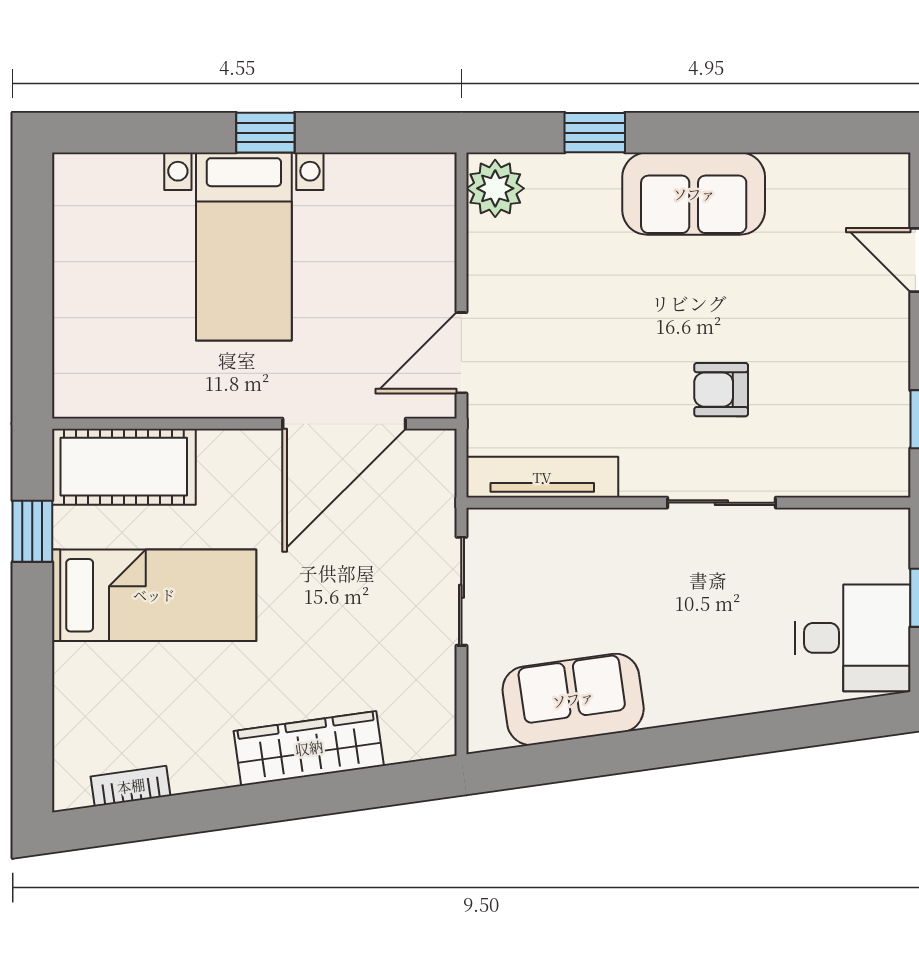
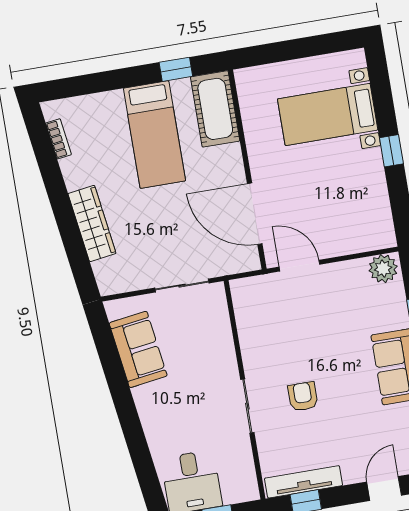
bed with nightstands: (244, 247) -> (328, 114), moved
tv unit: (542, 477) -> (304, 482), moved, turned -90

